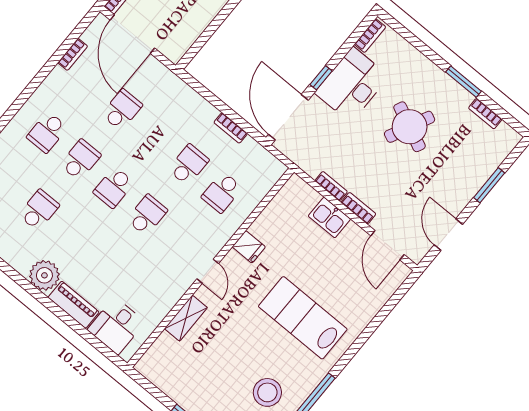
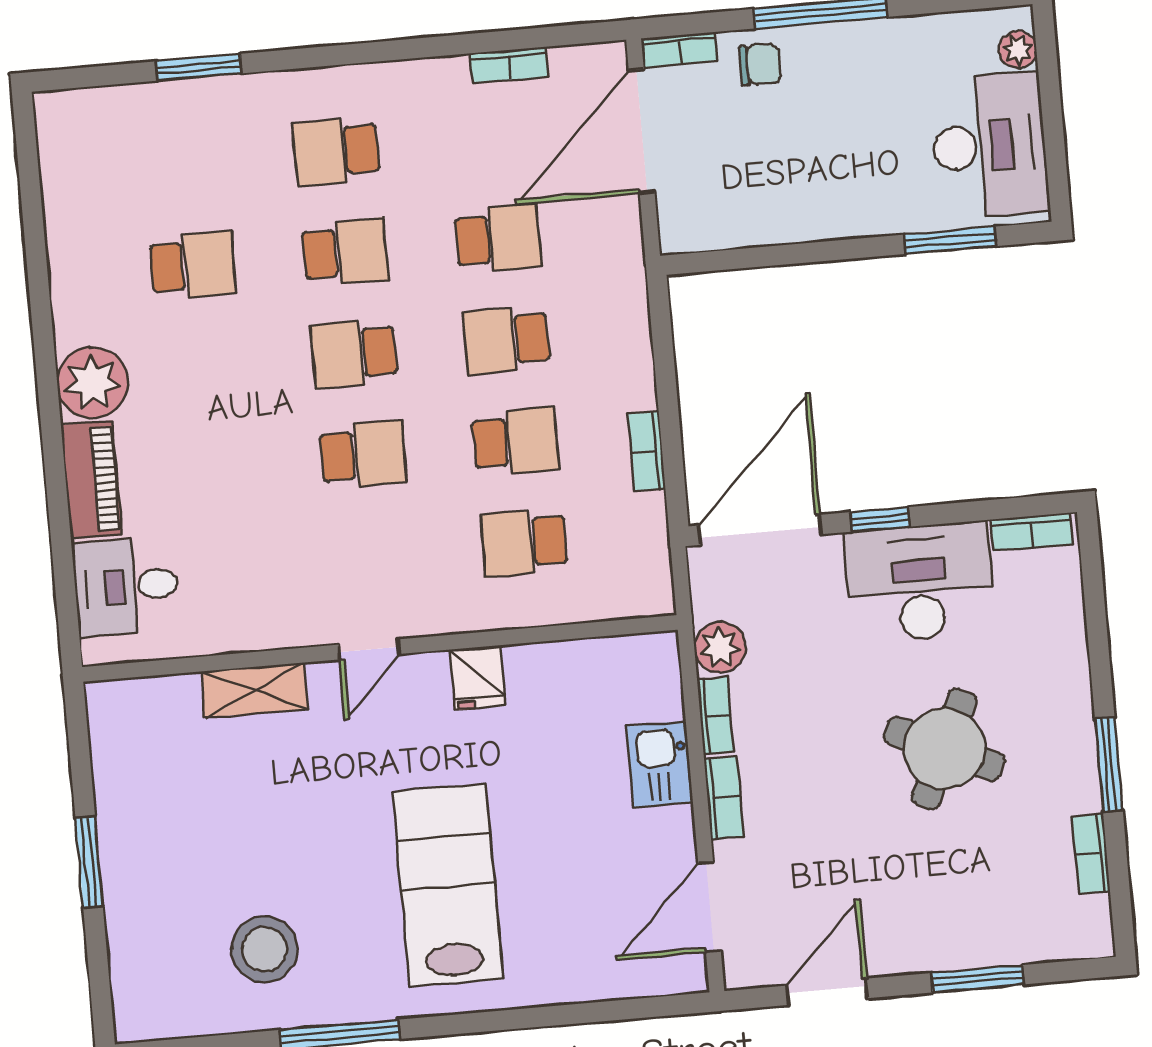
school desk: (155, 137) -> (507, 340), added
plant: (312, 164) -> (720, 647), added

